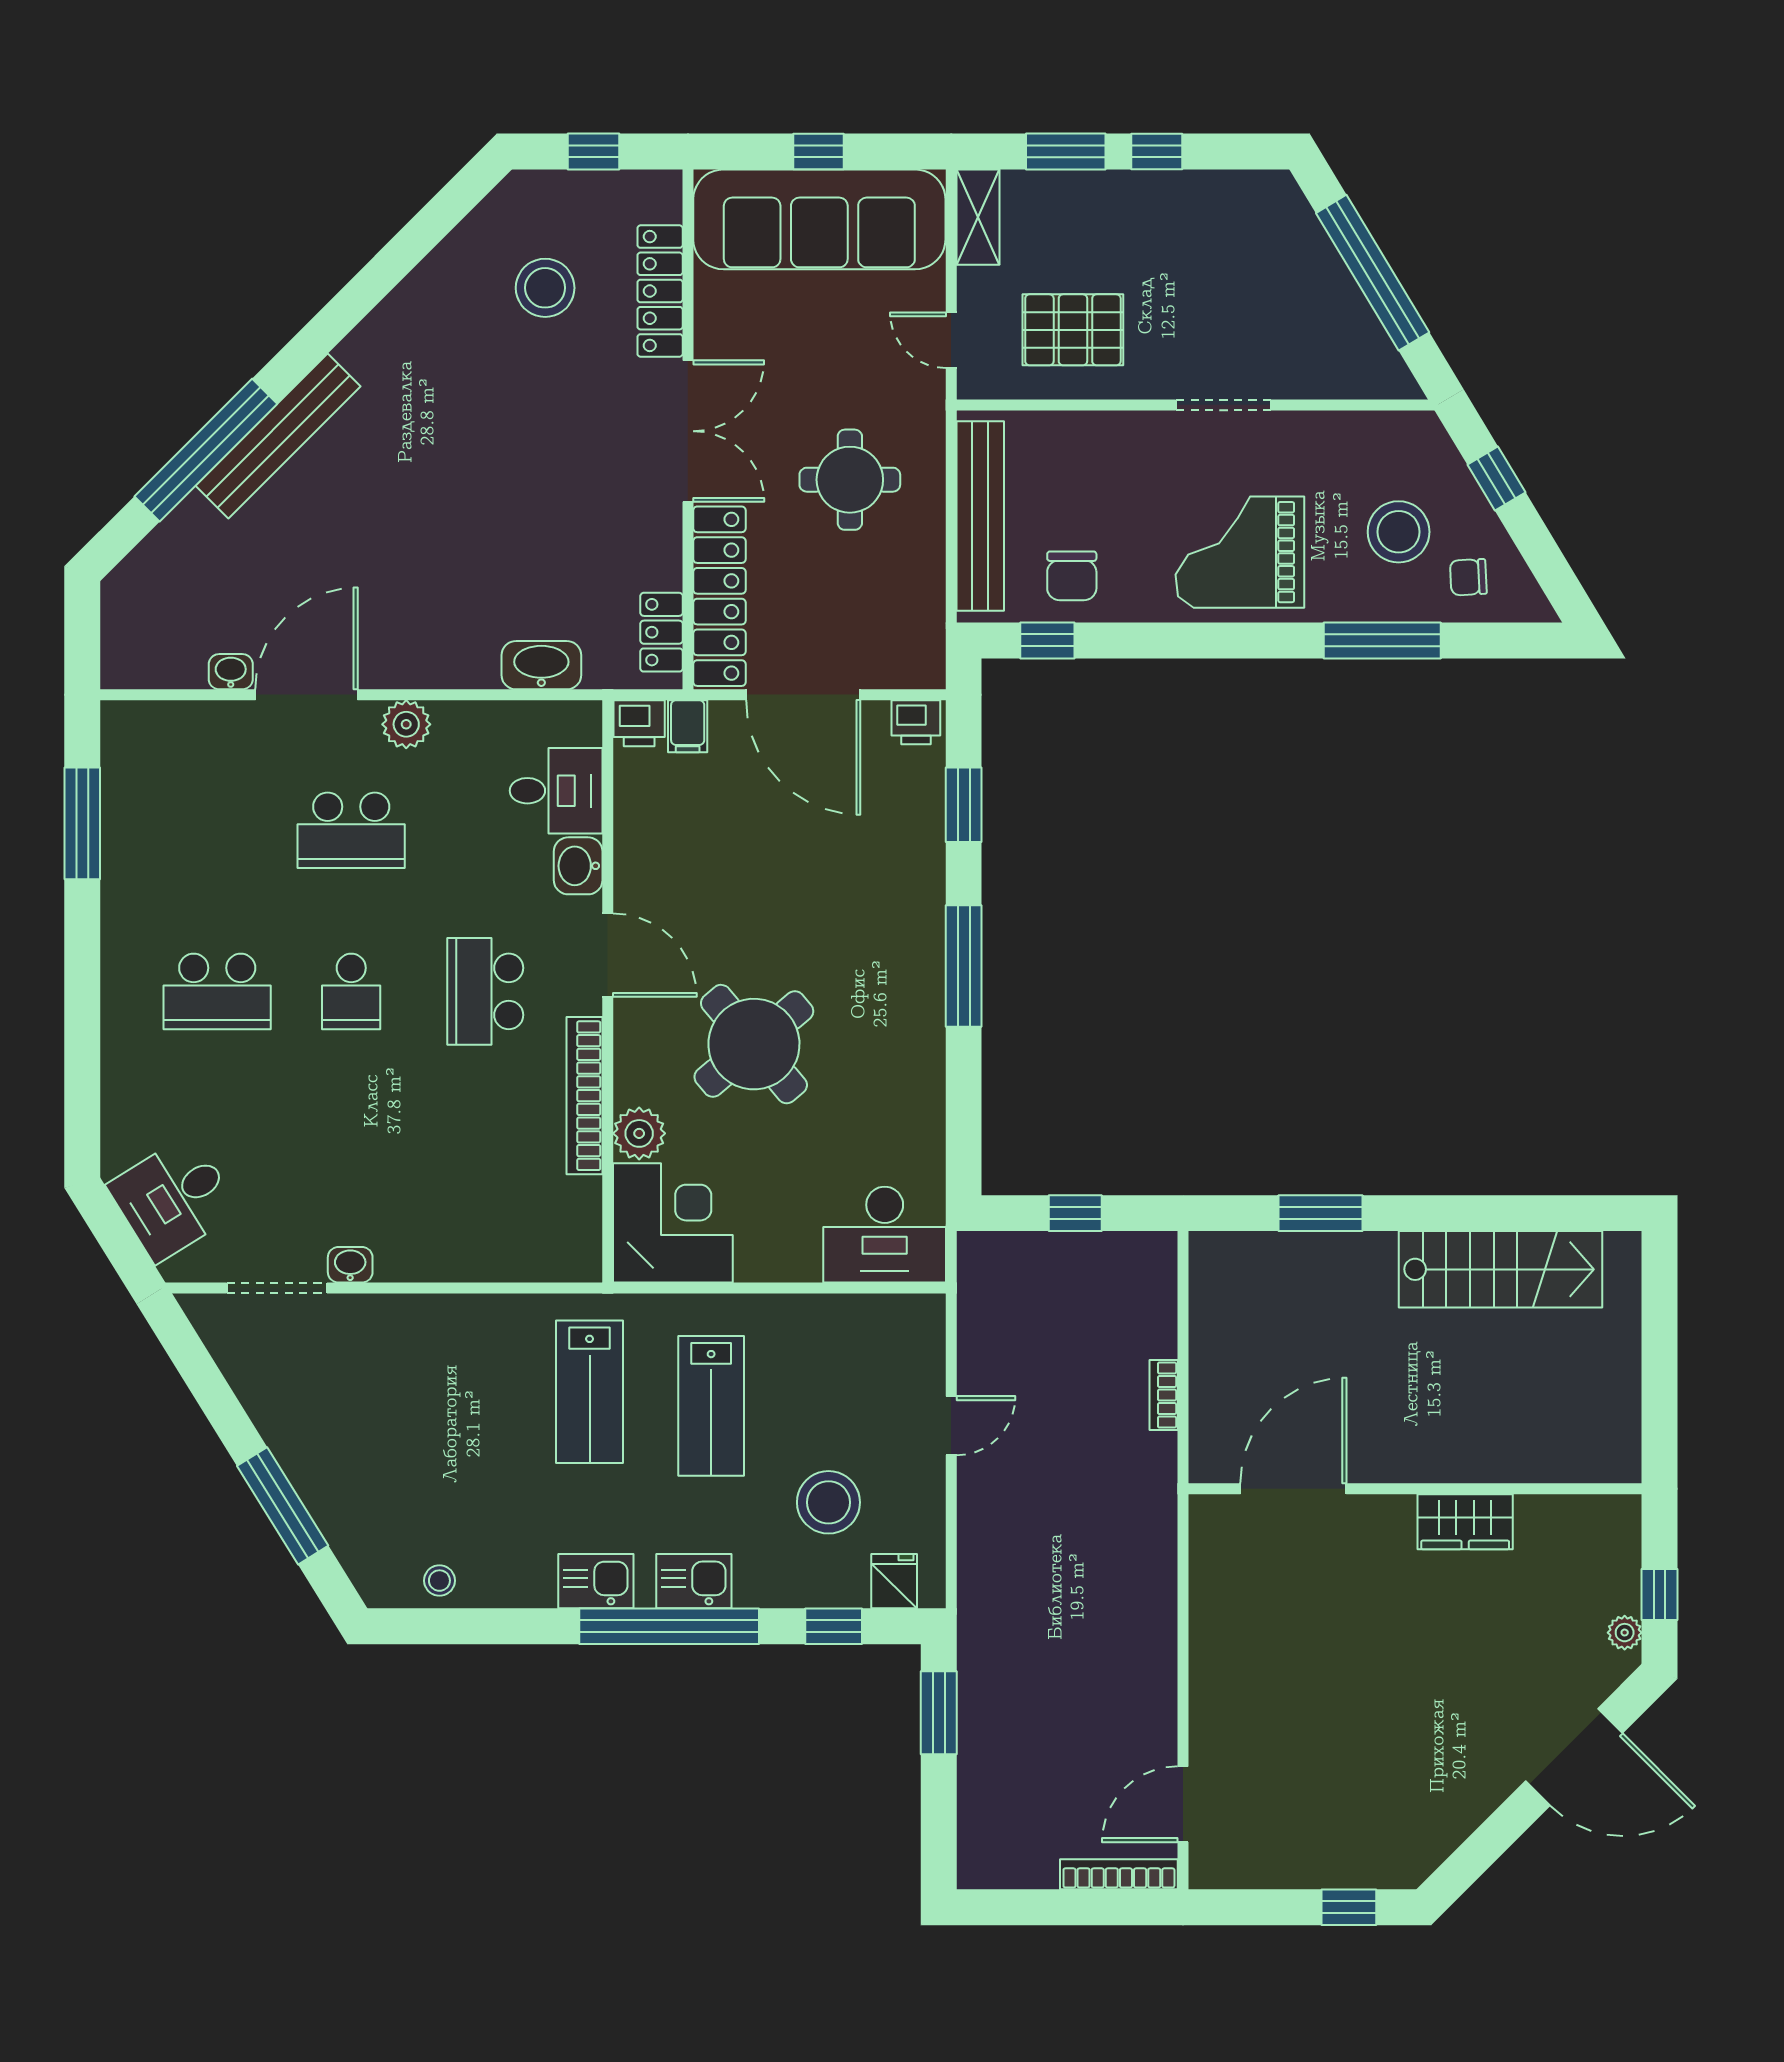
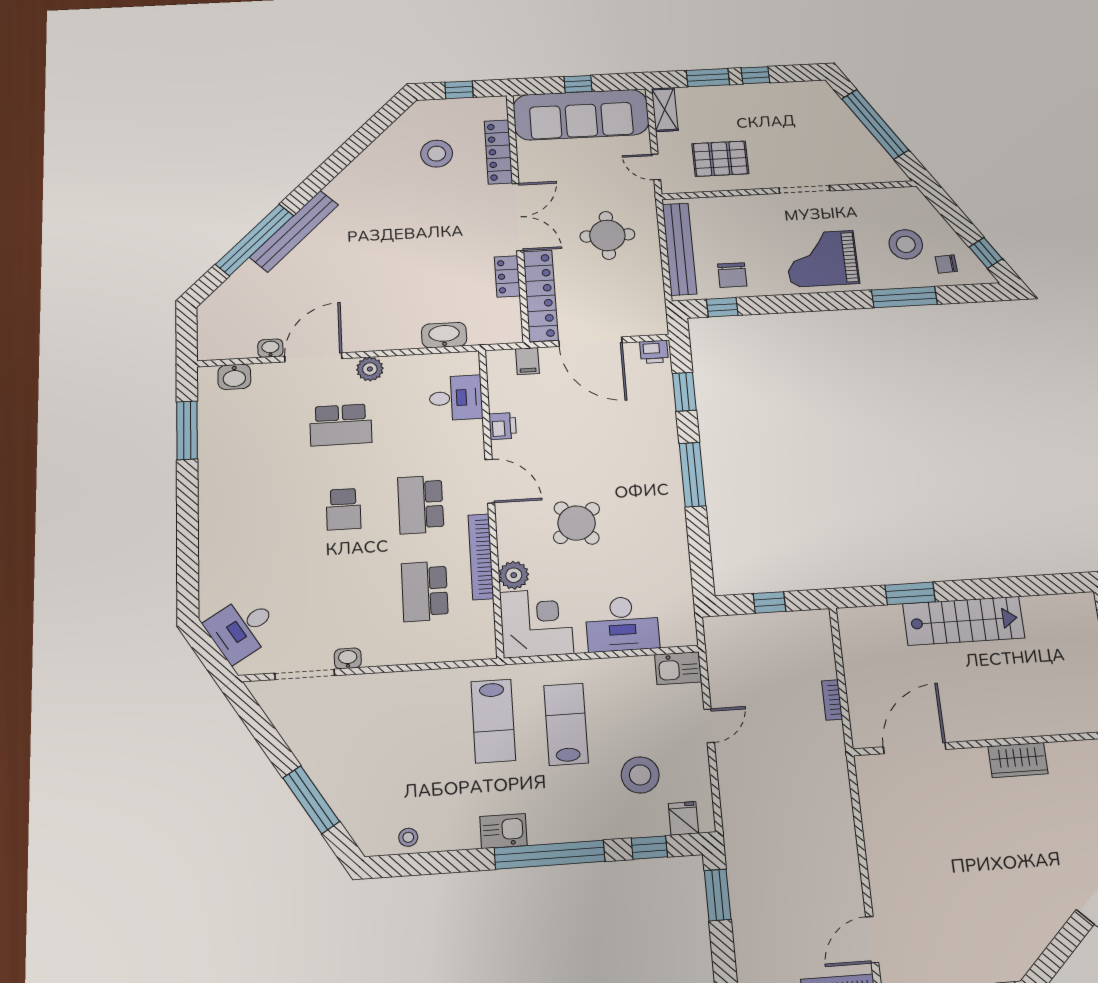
window: (1496, 479) -> (986, 253), moved
locker: (662, 632) -> (507, 276), moved
printer: (639, 723) -> (503, 426), moved, turned -90
washbasin: (578, 866) -> (234, 377), moved, turned -90
school desk: (217, 991) -> (425, 591), moved, turned 90
round table: (754, 1044) -> (577, 523), width x0.73, depth x0.73
desk: (885, 1235) -> (622, 624), moved
stairs: (1500, 1269) -> (964, 621), moved
lab bench: (711, 1406) -> (566, 724), turned 180
kitchen sink: (694, 1581) -> (678, 668), moved, turned 180

